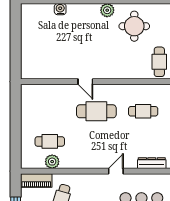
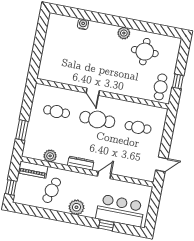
window: (16, 139) -> (22, 130), added
cafe table: (50, 141) -> (57, 112), moved
dresser: (152, 163) -> (81, 163), moved

